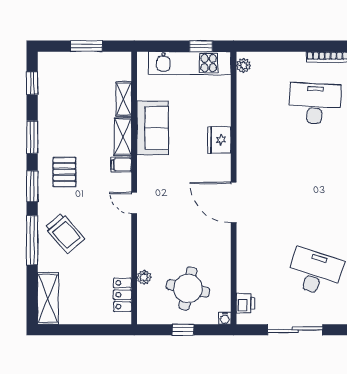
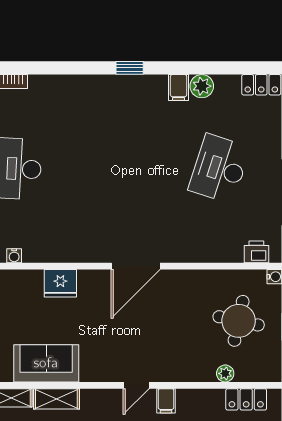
water cooler: (242, 101) -> (14, 256), added
filing cabinet: (121, 165) -> (166, 401), moved

